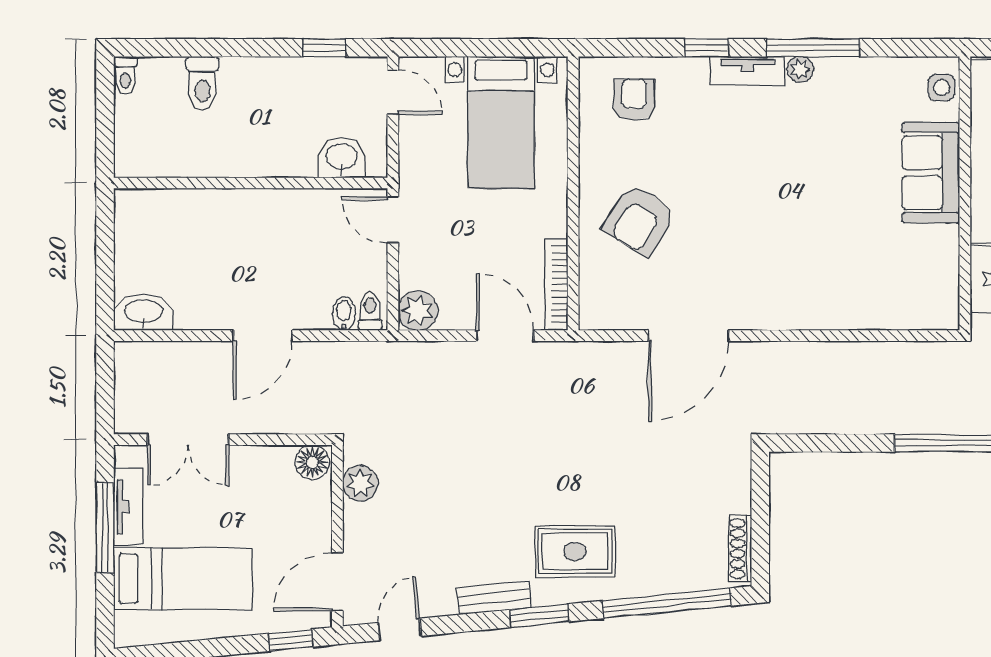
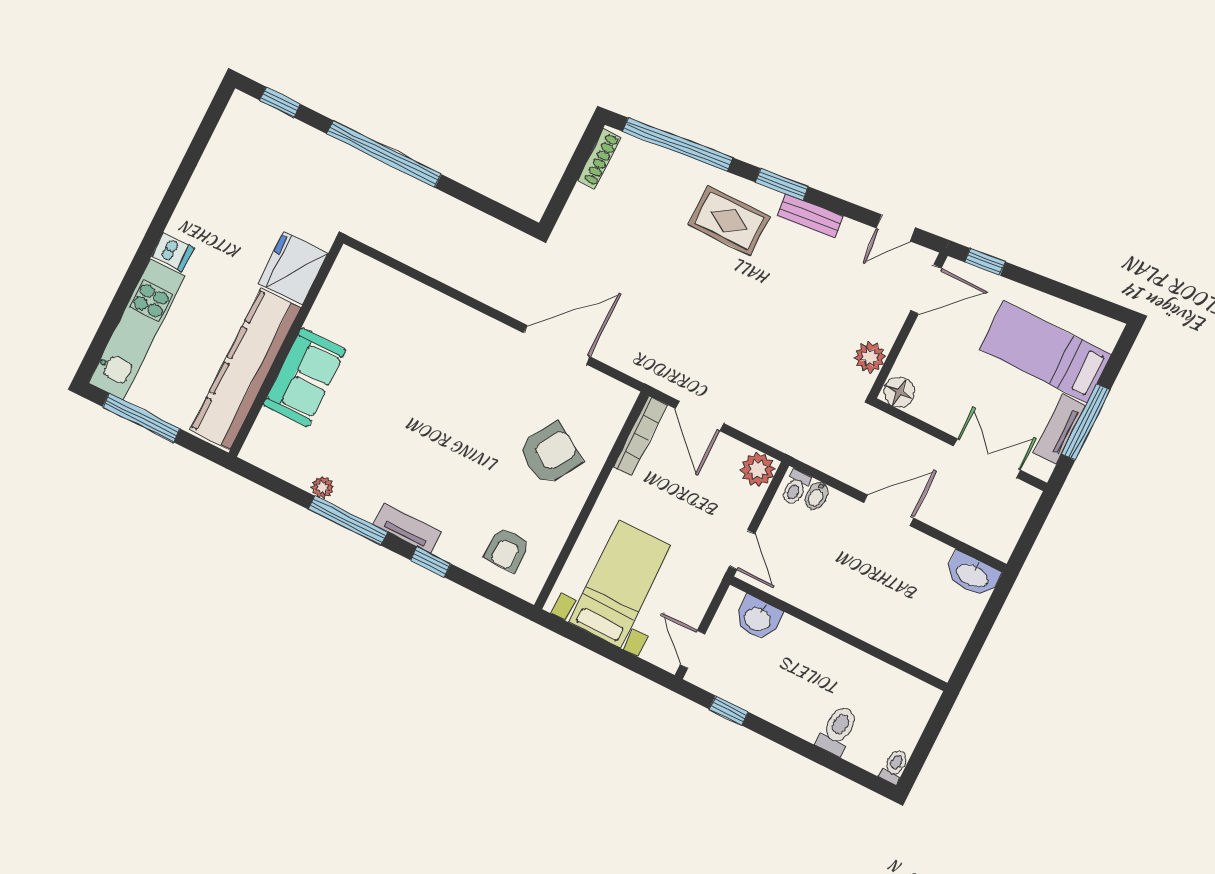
plant: (800, 69) -> (323, 487), moved
side table: (941, 88) -> (263, 440), removed

